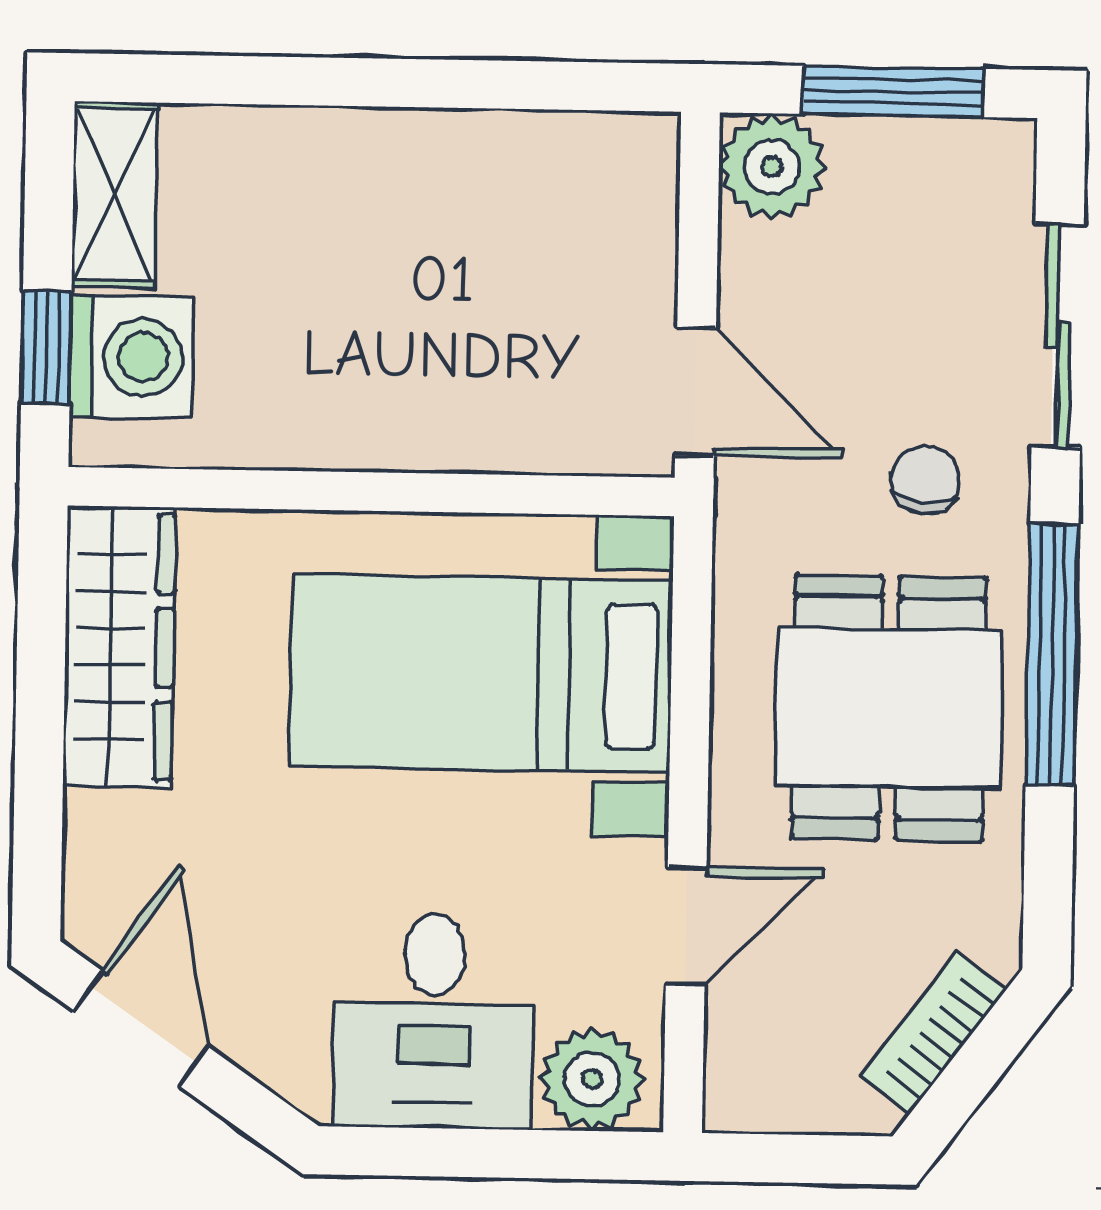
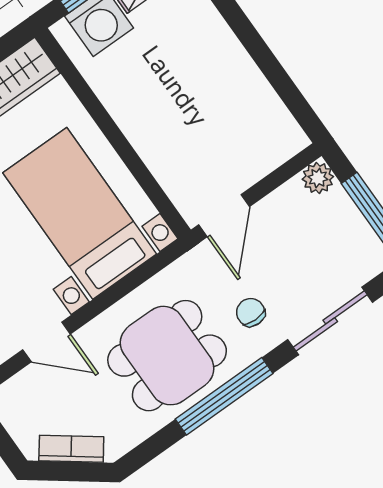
plant: (772, 167) -> (318, 178), width x0.73, depth x0.73
chair: (925, 480) -> (251, 312), turned -95

